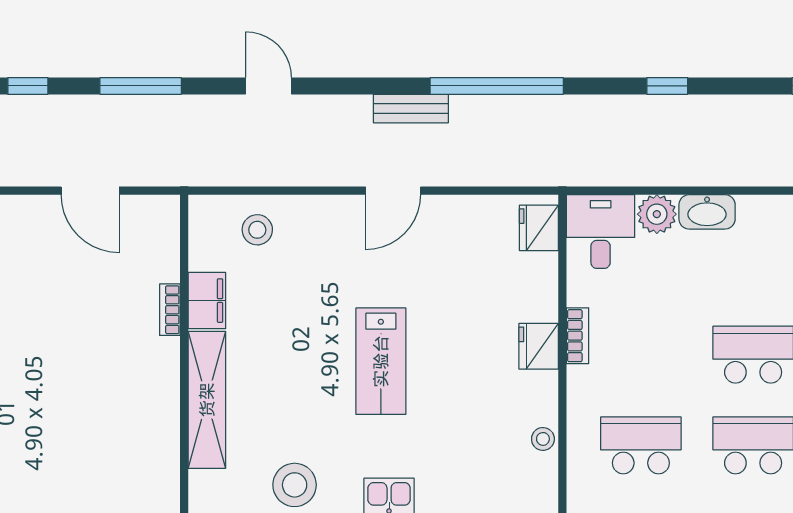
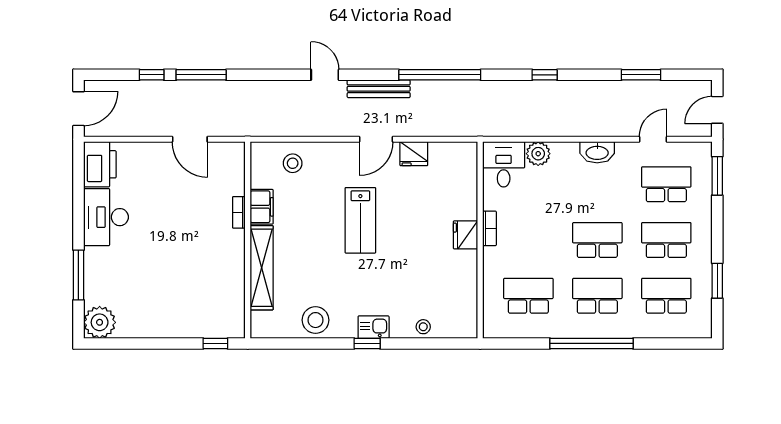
window: (141, 86) -> (201, 75), moved
door: (269, 86) -> (325, 75), moved
bench: (411, 109) -> (379, 89), width x1.36
washbasin: (707, 212) -> (597, 152), moved
fridge: (539, 228) -> (414, 154), moved, turned -90
lab bench: (381, 361) -> (360, 220), moved
stool: (543, 439) -> (423, 327), moved

